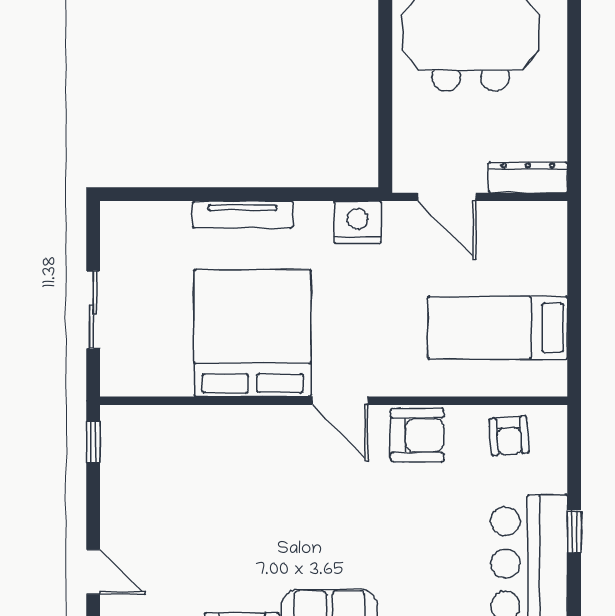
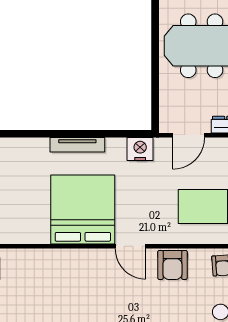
door: (447, 197) -> (189, 135), hinge flipped
armchair: (417, 435) -> (172, 265), turned 90

